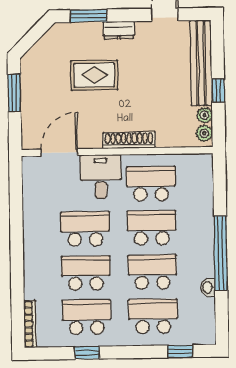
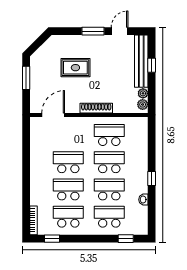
window: (88, 16) -> (93, 31), moved
dresser: (119, 30) -> (91, 40), removed
window: (218, 90) -> (152, 65), moved
desk: (101, 177) -> (78, 130), removed
window: (221, 253) -> (152, 179), width x0.32
window: (87, 353) -> (52, 239), moved

